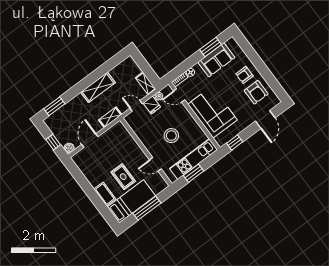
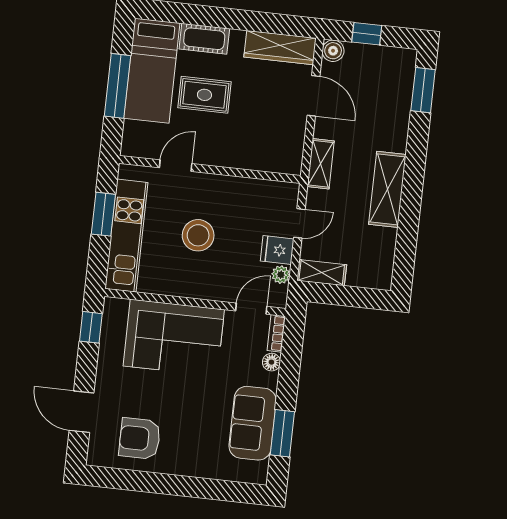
armchair: (244, 75) -> (185, 446), removed
wardrobe: (84, 166) -> (280, 48), added

